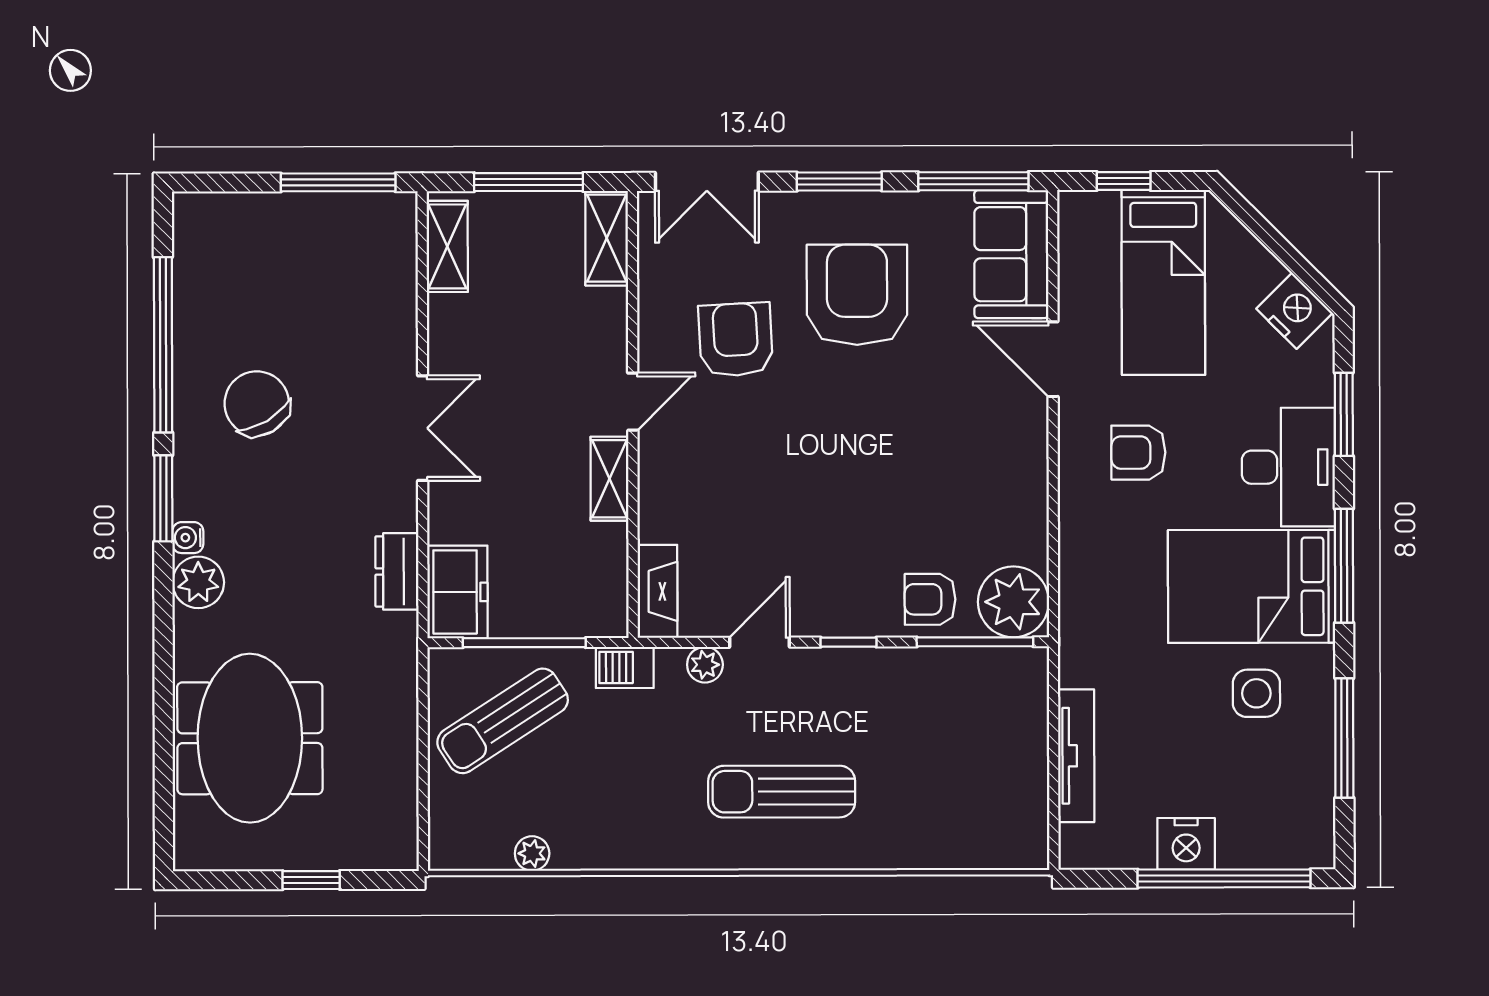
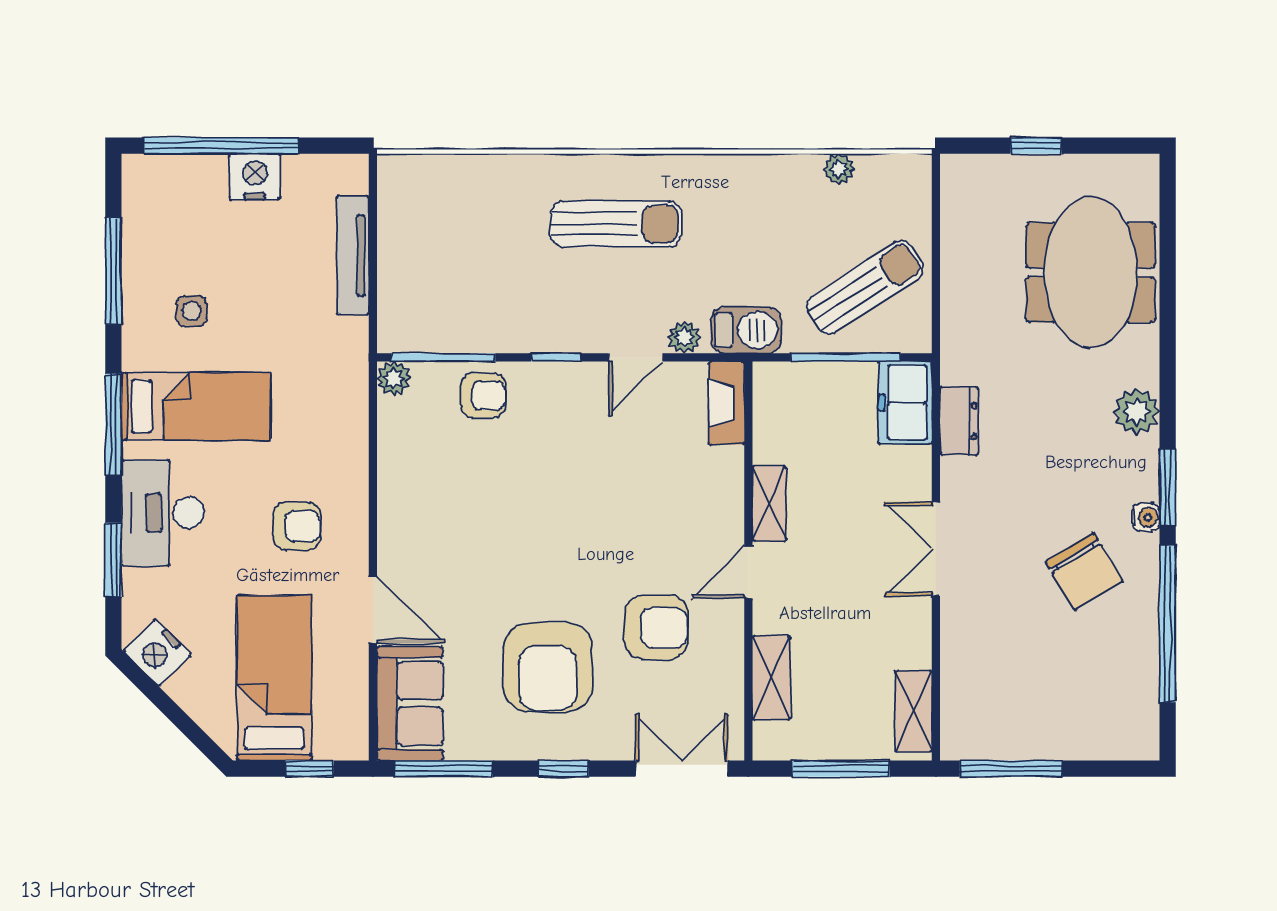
window: (839, 181) -> (564, 769), width x0.67
shelving: (607, 238) -> (771, 678), moved
armchair: (736, 340) -> (656, 627), turned -87
water cooler: (188, 538) -> (1146, 517), moved
bed: (1252, 586) -> (196, 406), width x0.67
plant: (1013, 602) -> (394, 378), width x0.53, depth x0.53
barbecue: (625, 667) -> (746, 330), width x1.38, depth x1.27
side table: (1256, 693) -> (192, 311), width x0.73, depth x0.73

